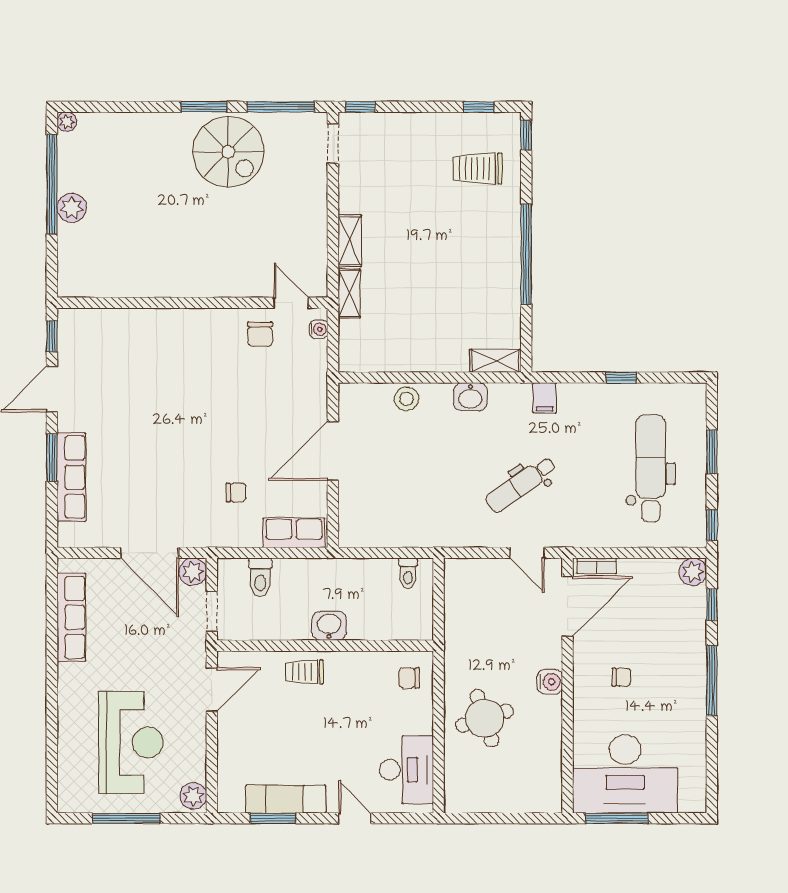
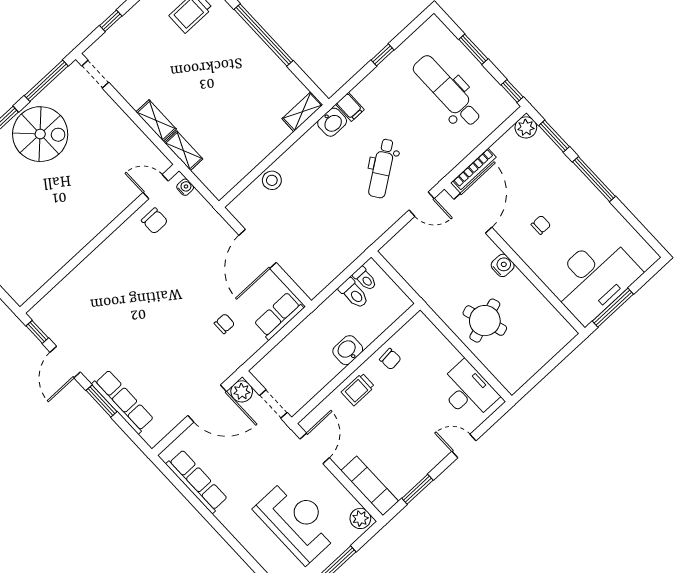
window: (360, 107) -> (111, 21), moved
washbasin: (470, 397) -> (332, 122), moved
bookcase: (597, 566) -> (474, 169), width x1.56
toilet: (260, 577) -> (354, 293), moved
window: (712, 605) -> (554, 136), width x1.50
chair: (409, 678) -> (390, 359), moved, turned -95
exam couch: (286, 799) -> (370, 486), moved, turned 90

